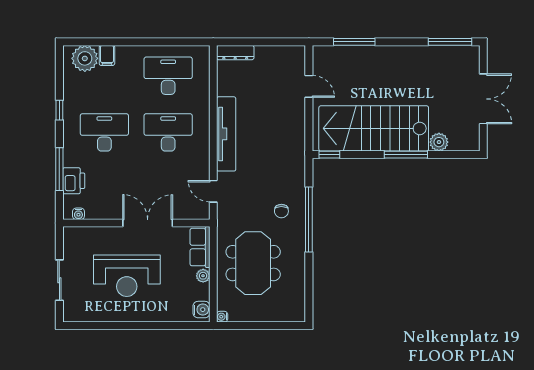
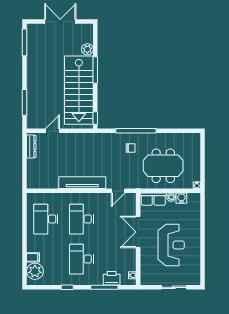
dresser: (235, 53) -> (31, 147), moved
water cooler: (201, 310) -> (181, 198), moved

